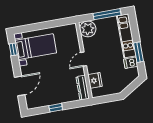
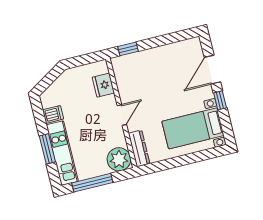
window: (13, 49) -> (220, 100), moved
window: (138, 52) -> (47, 149), moved
dresser: (83, 88) -> (139, 148), moved
window: (56, 108) -> (128, 49), moved

